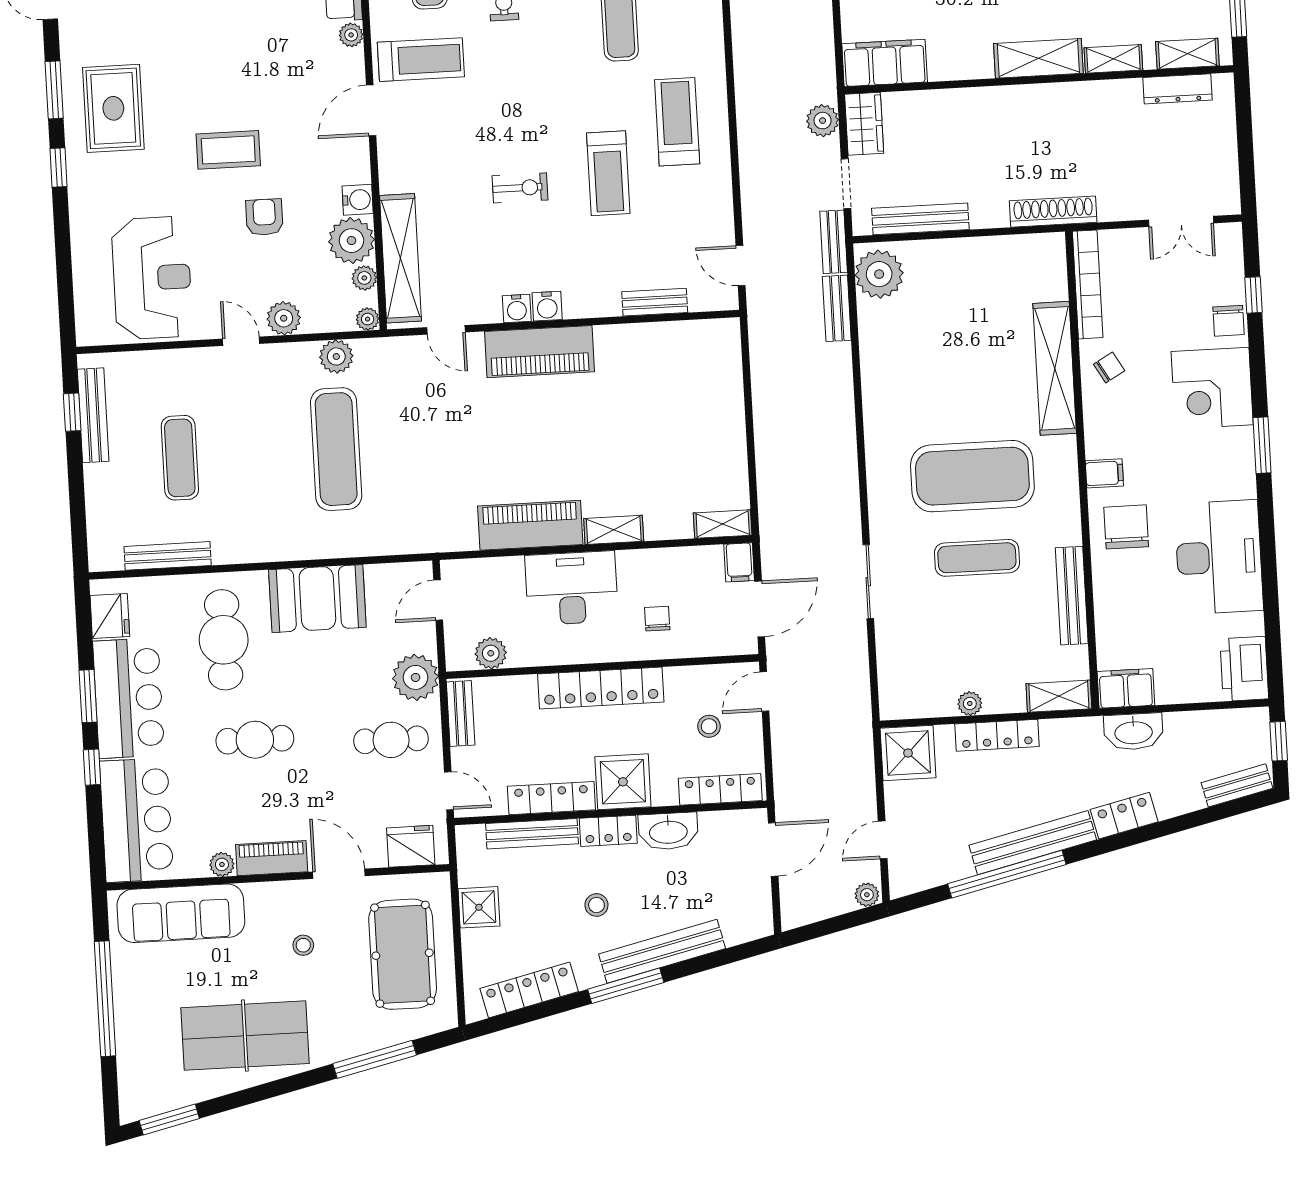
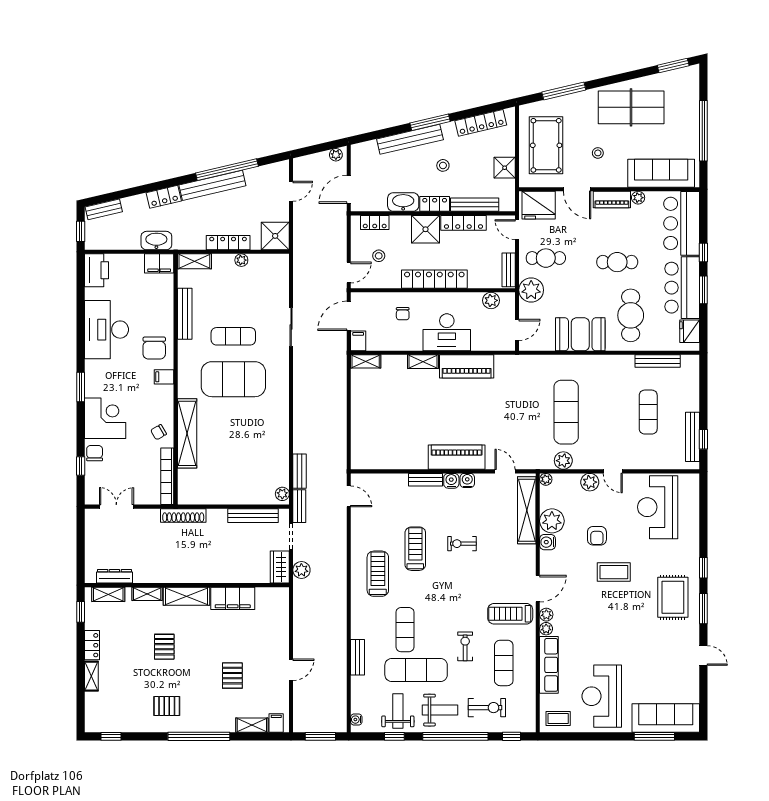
filing cabinet: (885, 63) -> (233, 598), moved
treadmill: (677, 122) -> (378, 574), turned 180
plant: (879, 274) -> (282, 494), width x0.53, depth x0.53
plant: (364, 278) -> (546, 615), moved
bench: (655, 302) -> (426, 480), moved
locker: (720, 789) -> (375, 222), width x0.66
fridge: (411, 846) -> (539, 205), width x1.36, depth x1.34
plant: (867, 895) -> (336, 155), moved

